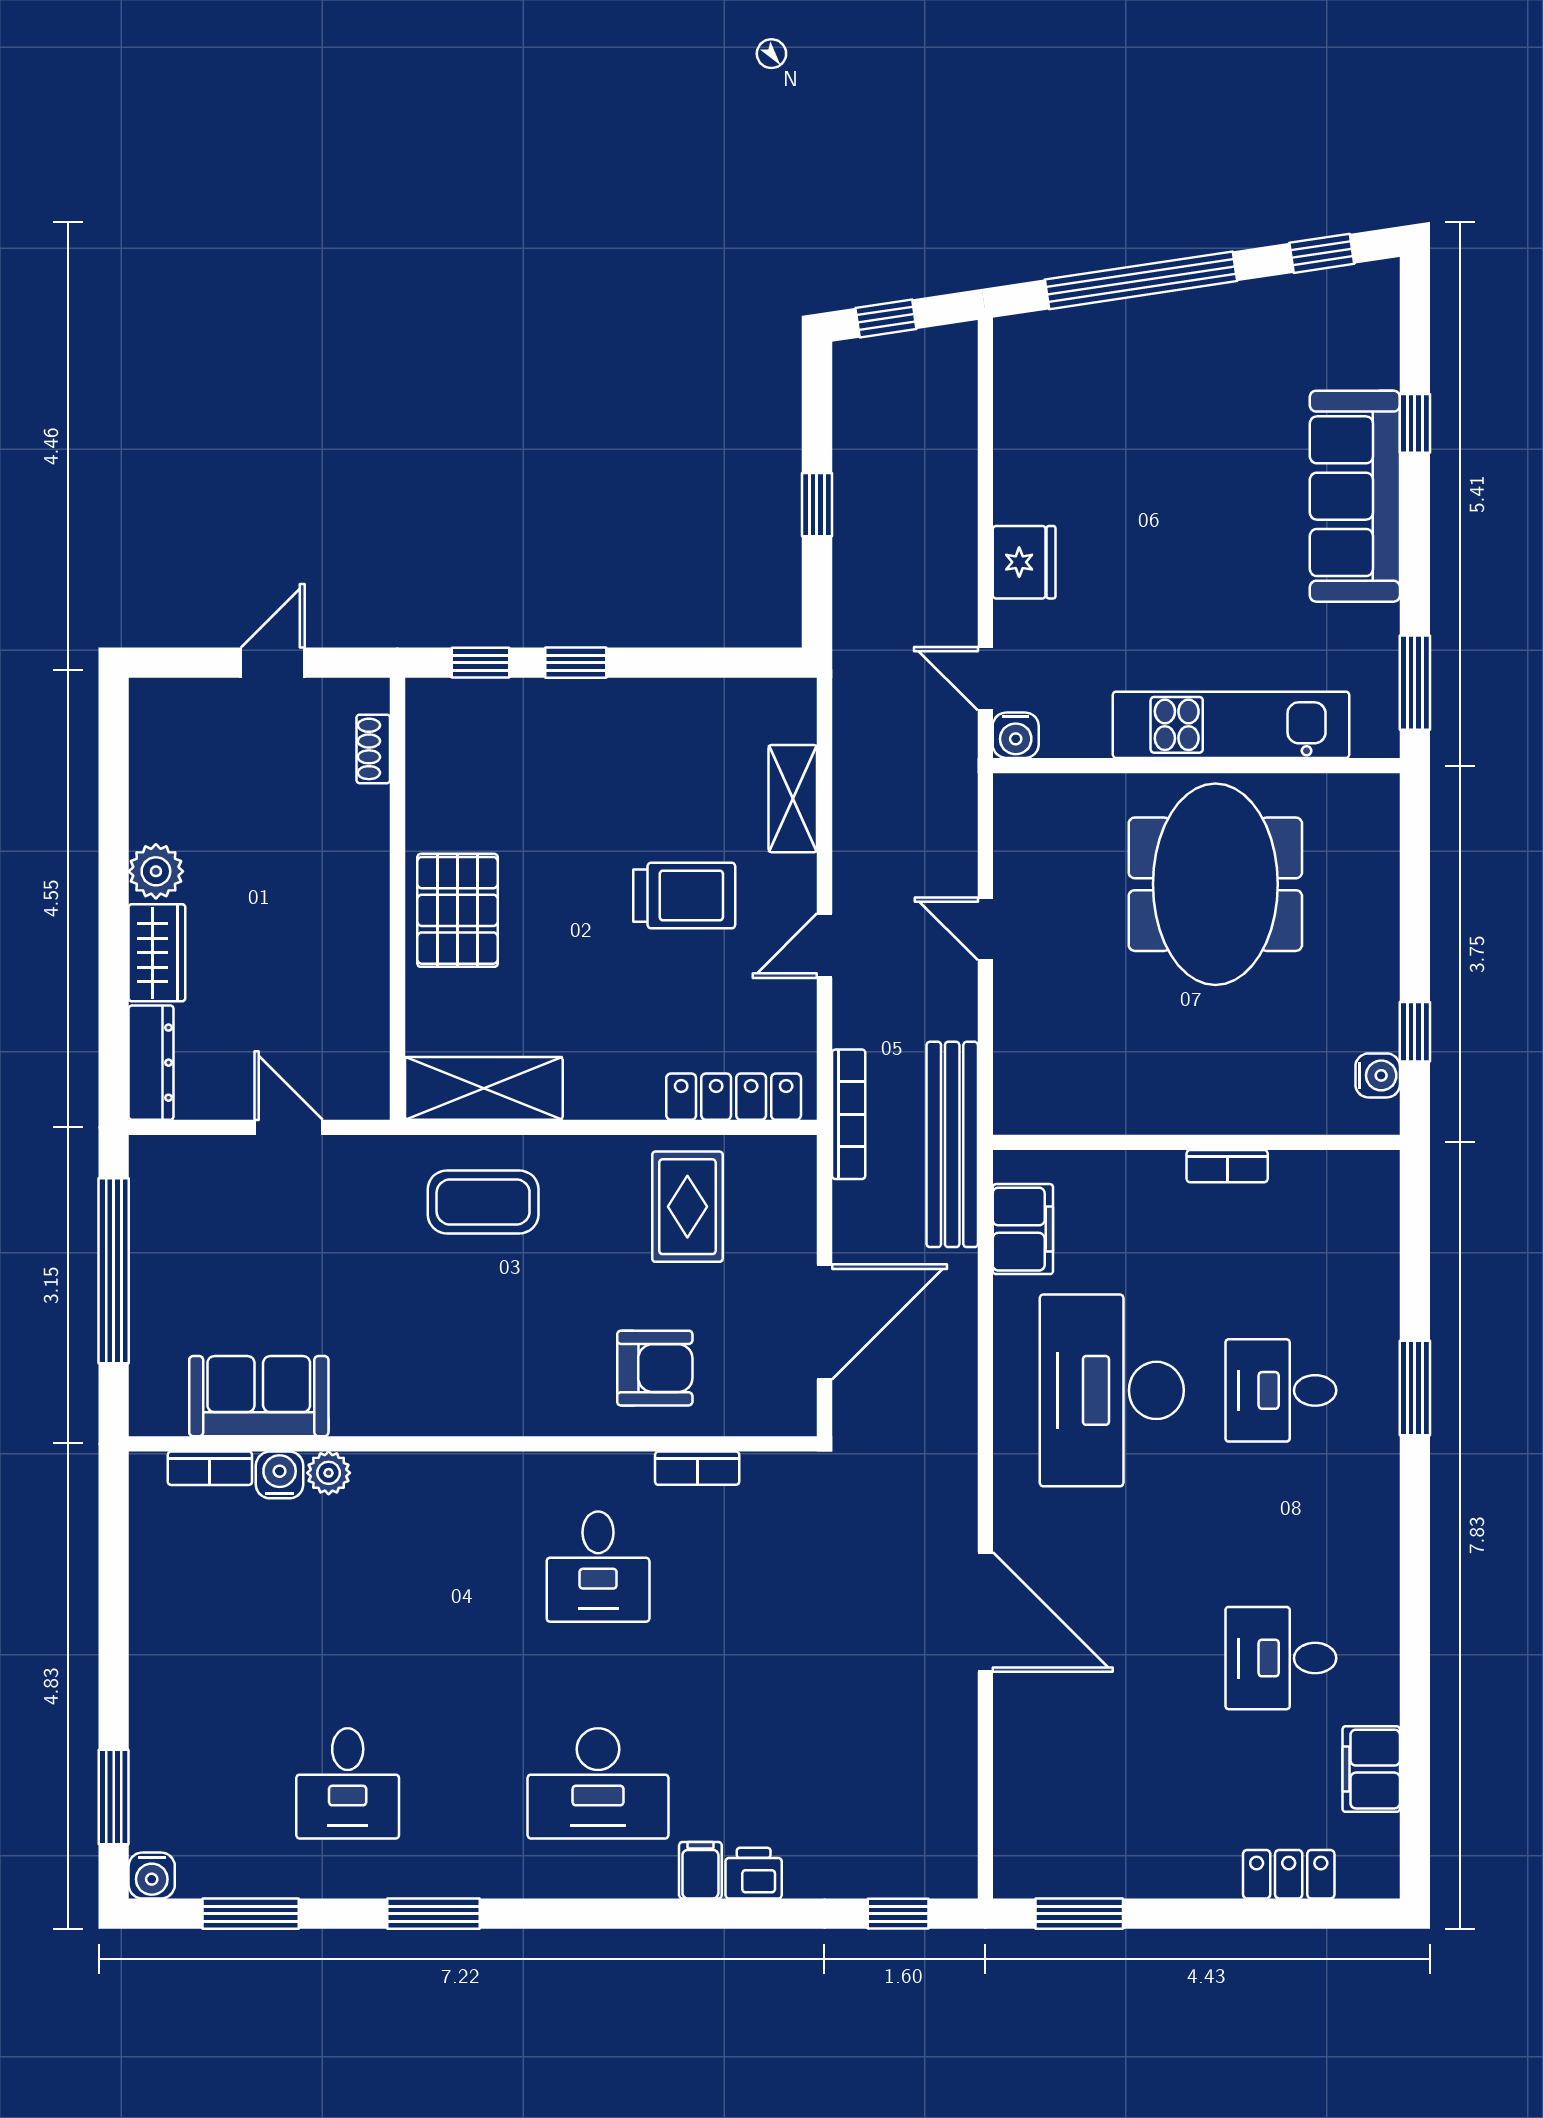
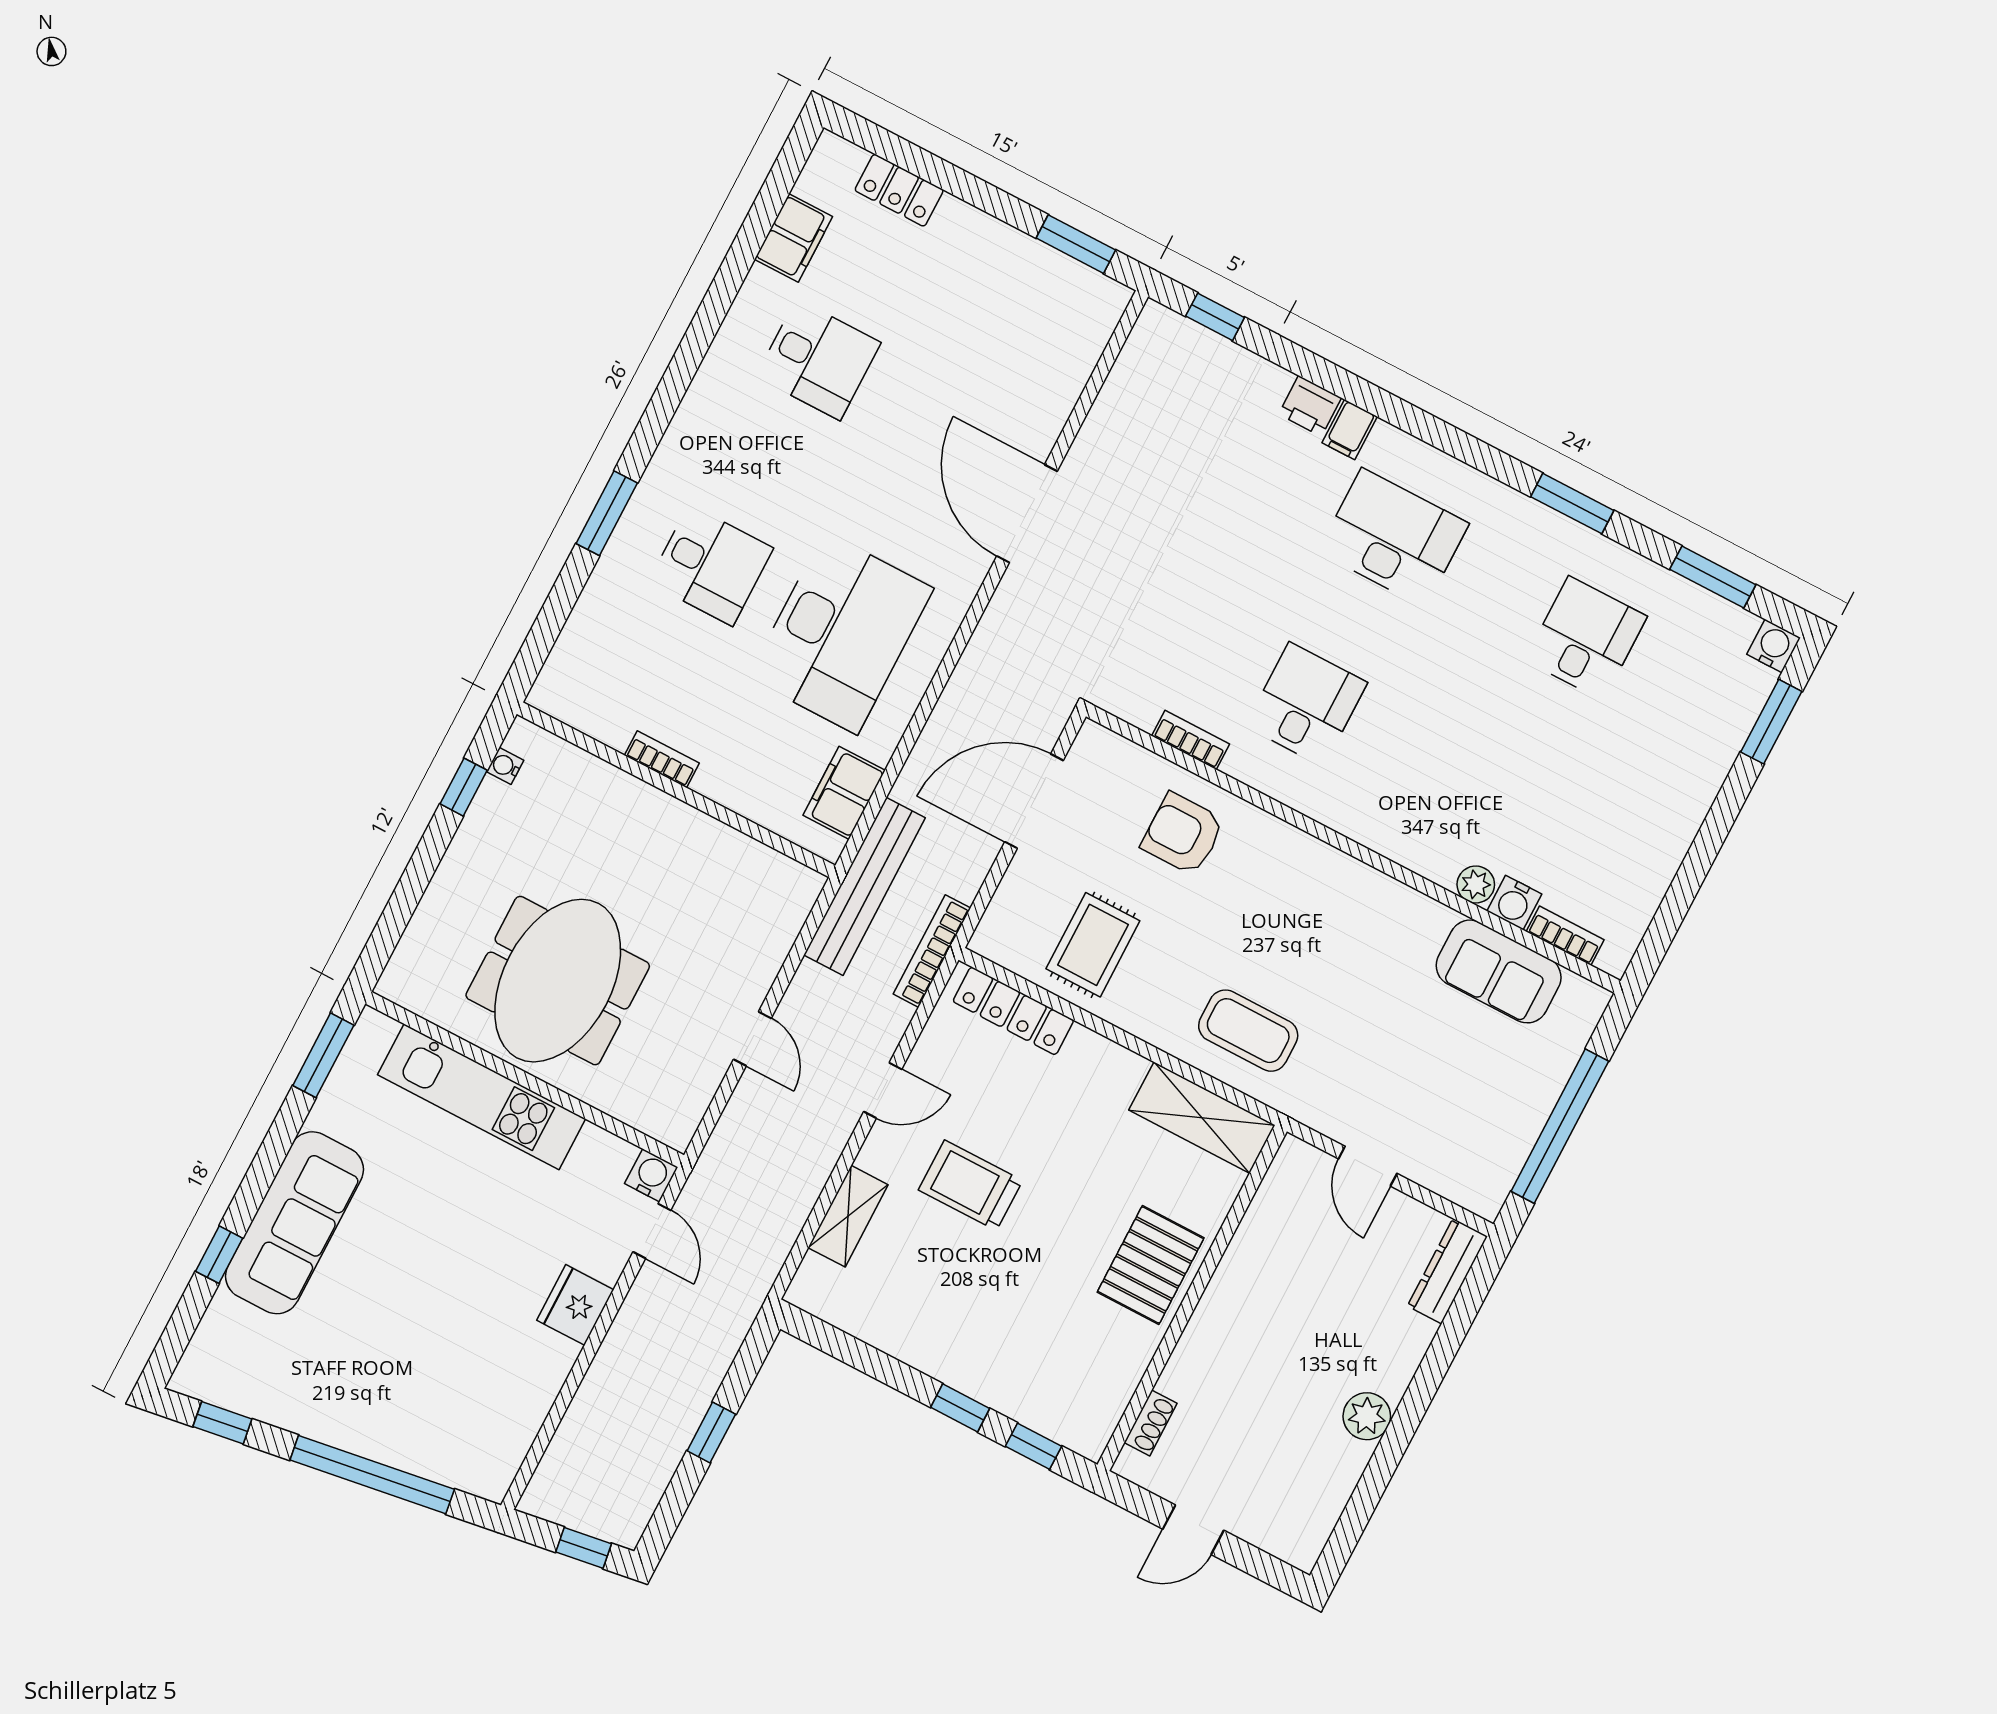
wardrobe: (157, 953) -> (1399, 1353), removed
water cooler: (1378, 1075) -> (505, 766), width x0.72, depth x0.72

